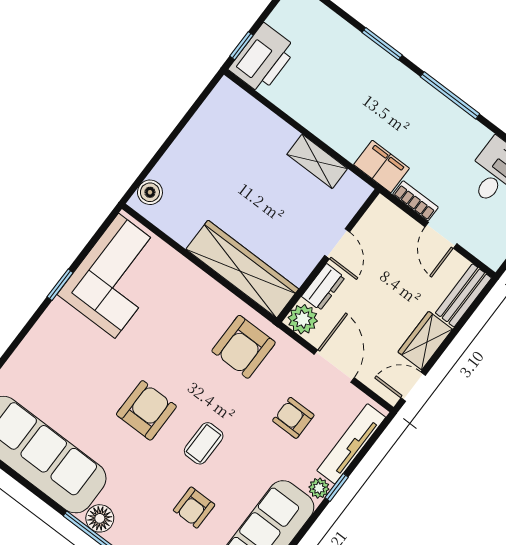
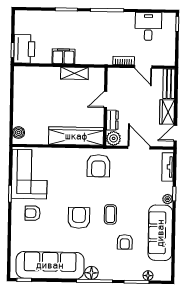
filing cabinet: (382, 166) -> (63, 56), moved
door: (337, 244) -> (105, 99), swing flipped
armchair: (293, 418) -> (33, 213), moved
tv unit: (351, 444) -> (168, 167), width x0.71

